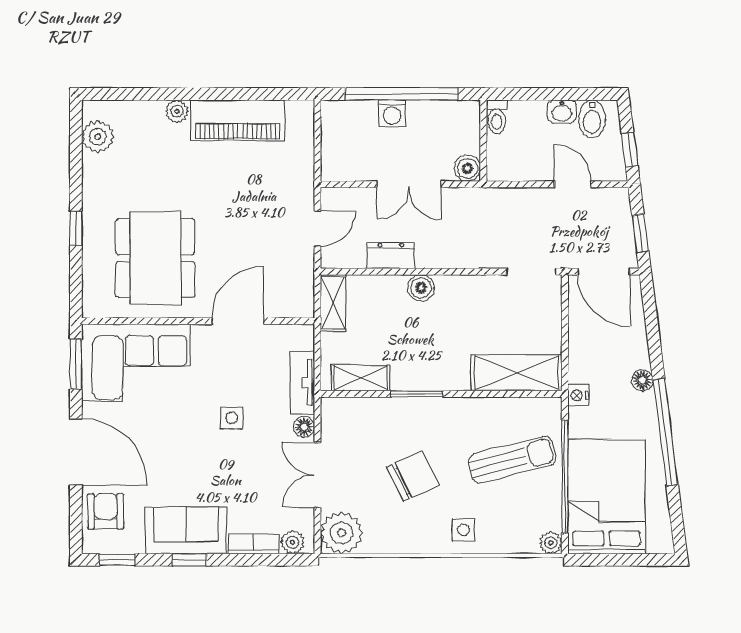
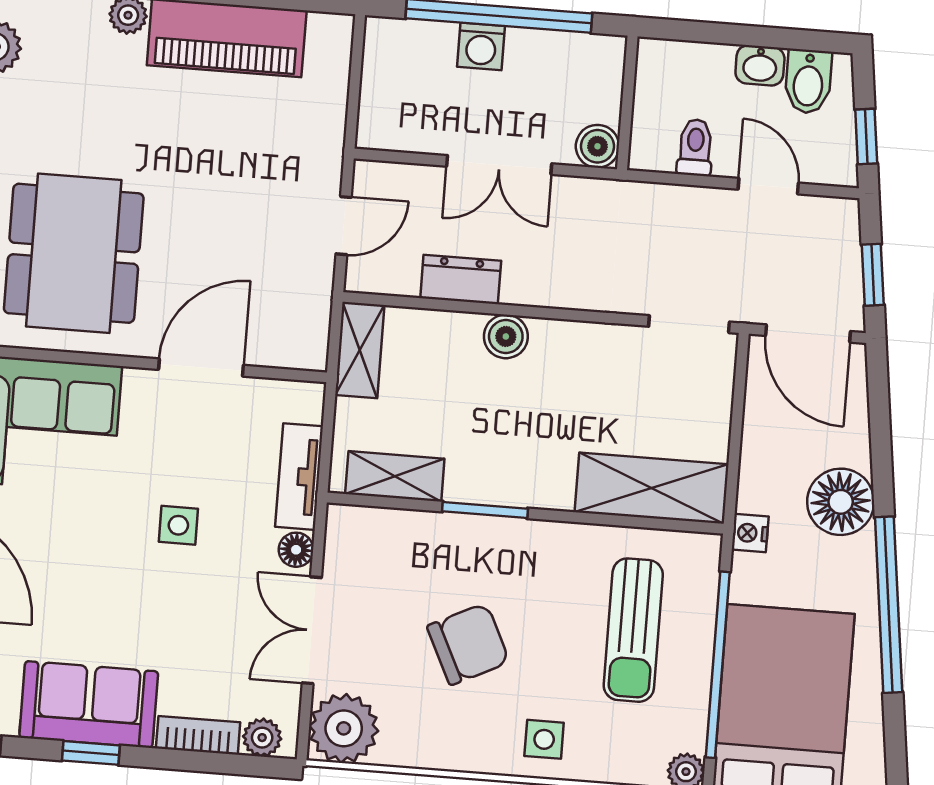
toilet: (497, 117) -> (695, 147), moved, turned 180
floor lamp: (642, 380) -> (841, 502), width x1.89, depth x1.89
sun lounger: (512, 460) -> (633, 630), turned 104

